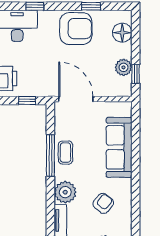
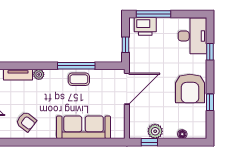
floor lamp: (122, 33) -> (182, 134), width x0.53, depth x0.53
plant: (65, 192) -> (39, 74), width x0.53, depth x0.53
armchair: (103, 203) -> (26, 122), moved

